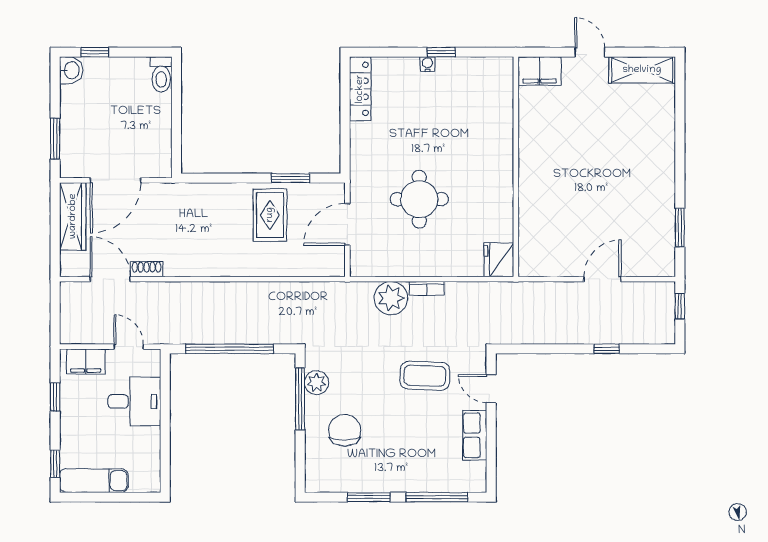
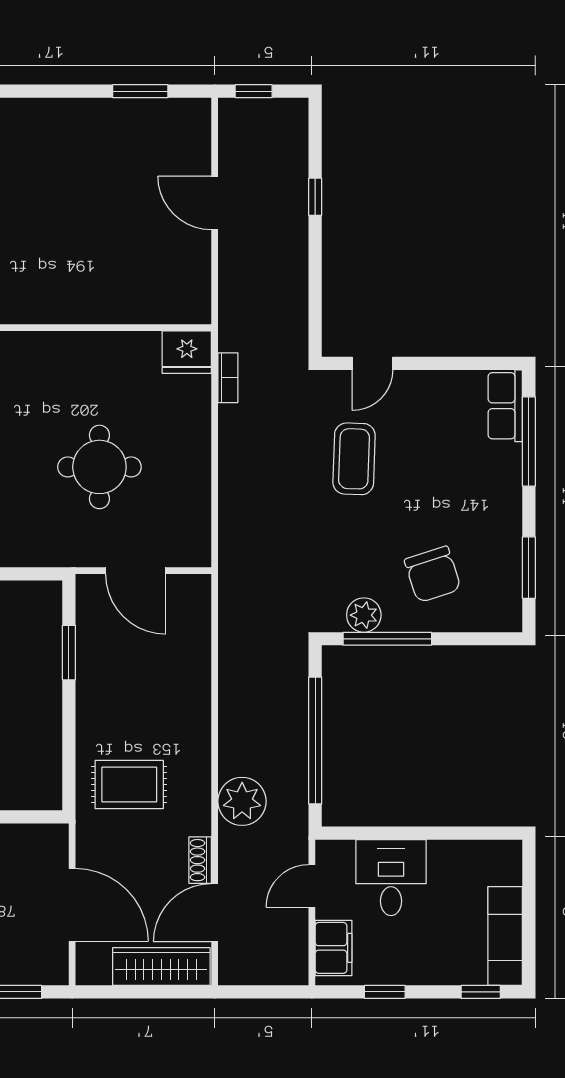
rug: (270, 215) -> (129, 785), moved
wardrobe: (73, 216) -> (161, 967), moved
bookcase: (427, 288) -> (228, 378), moved
plant: (391, 298) -> (242, 801), moved
chair: (345, 430) -> (433, 574), turned -108
row of seats: (475, 435) -> (505, 406), moved, turned 90
window: (369, 497) -> (529, 568), moved

